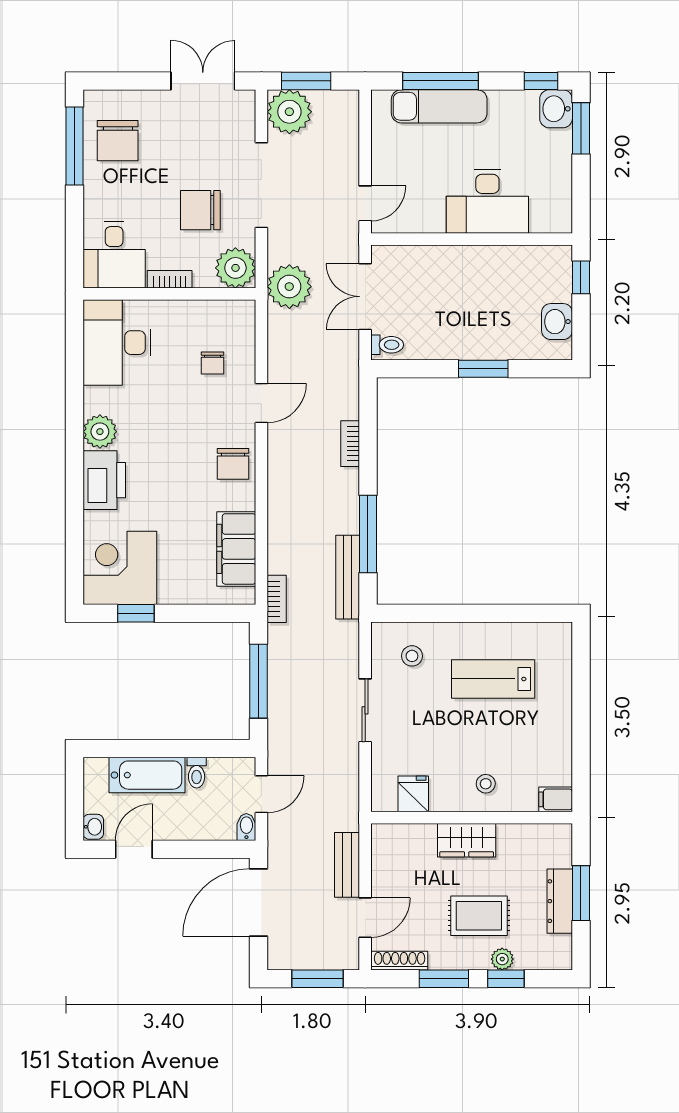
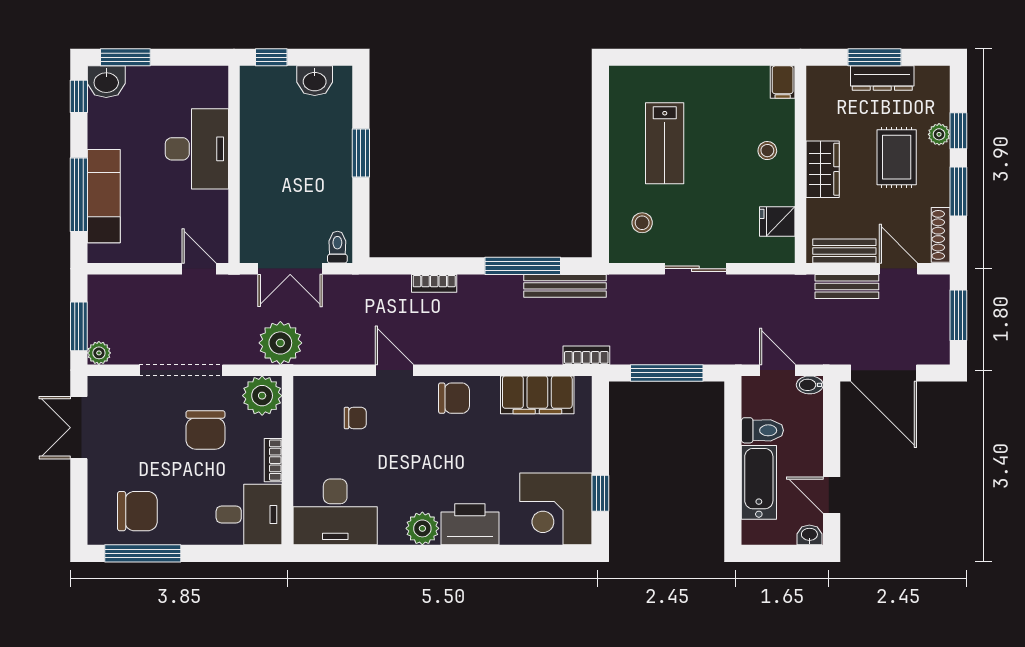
plant: (289, 112) -> (99, 353), width x0.53, depth x0.53
toilet: (197, 773) -> (762, 430), width x1.37, depth x1.39
bench: (383, 862) -> (844, 251), added

